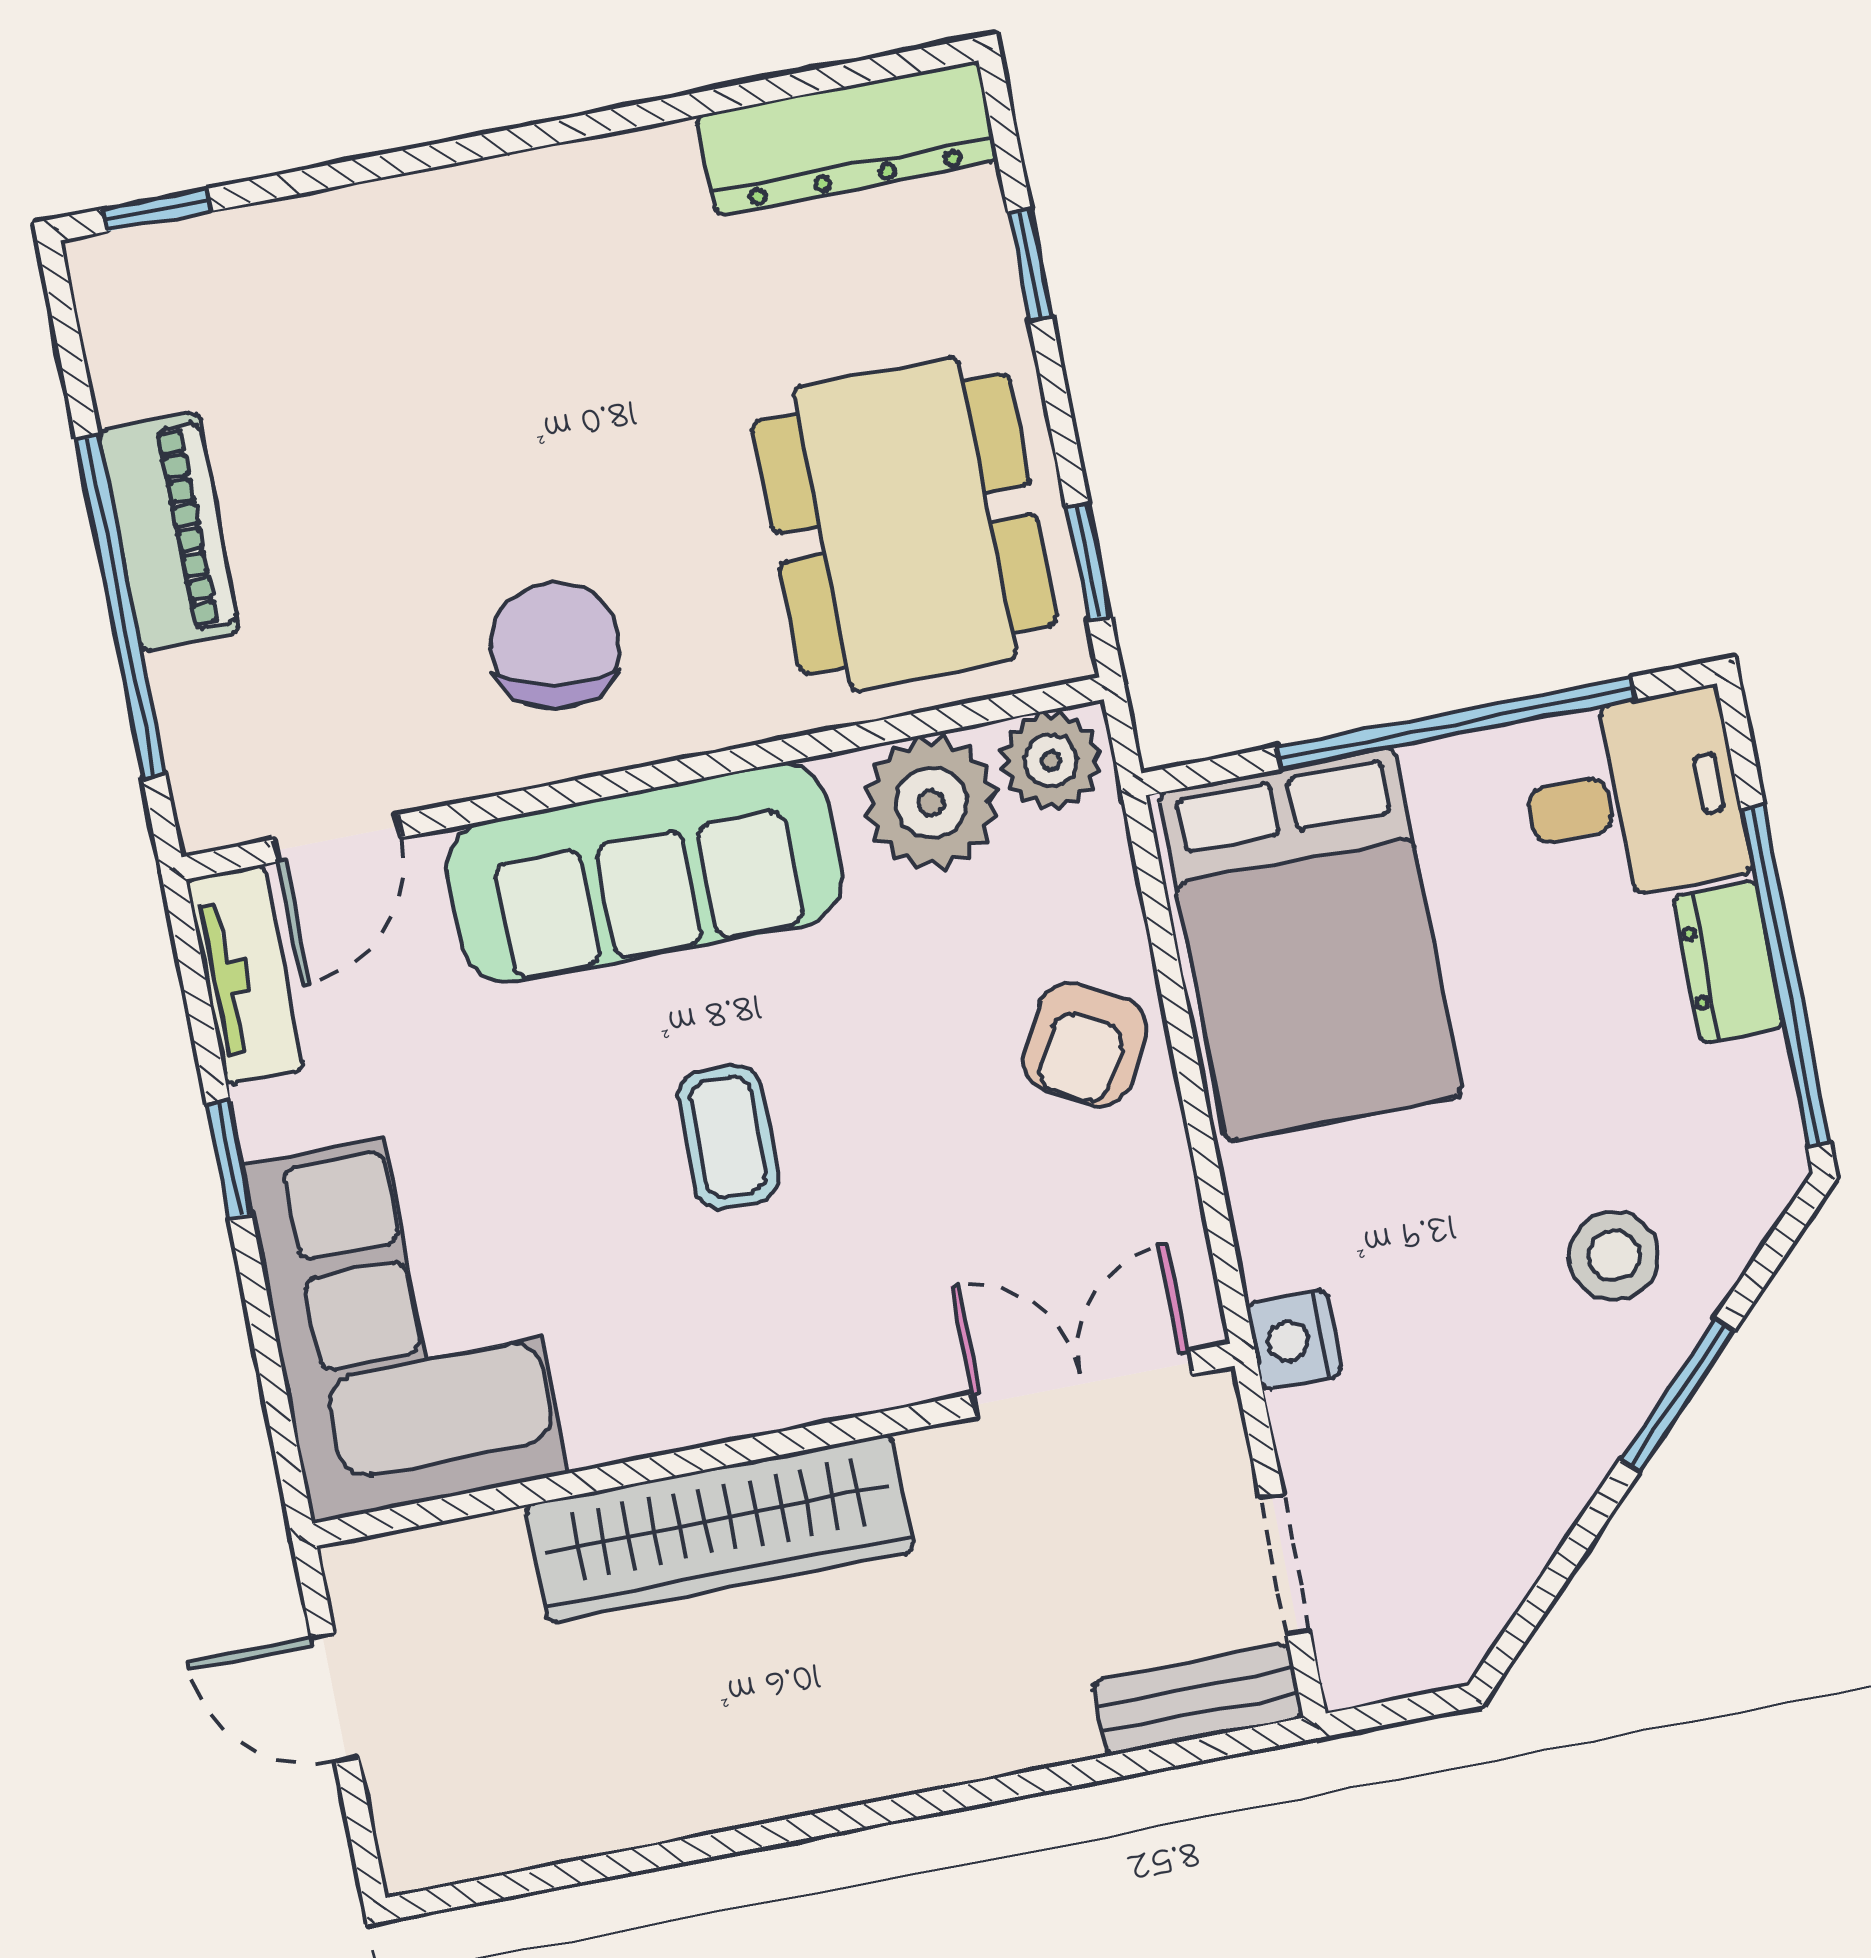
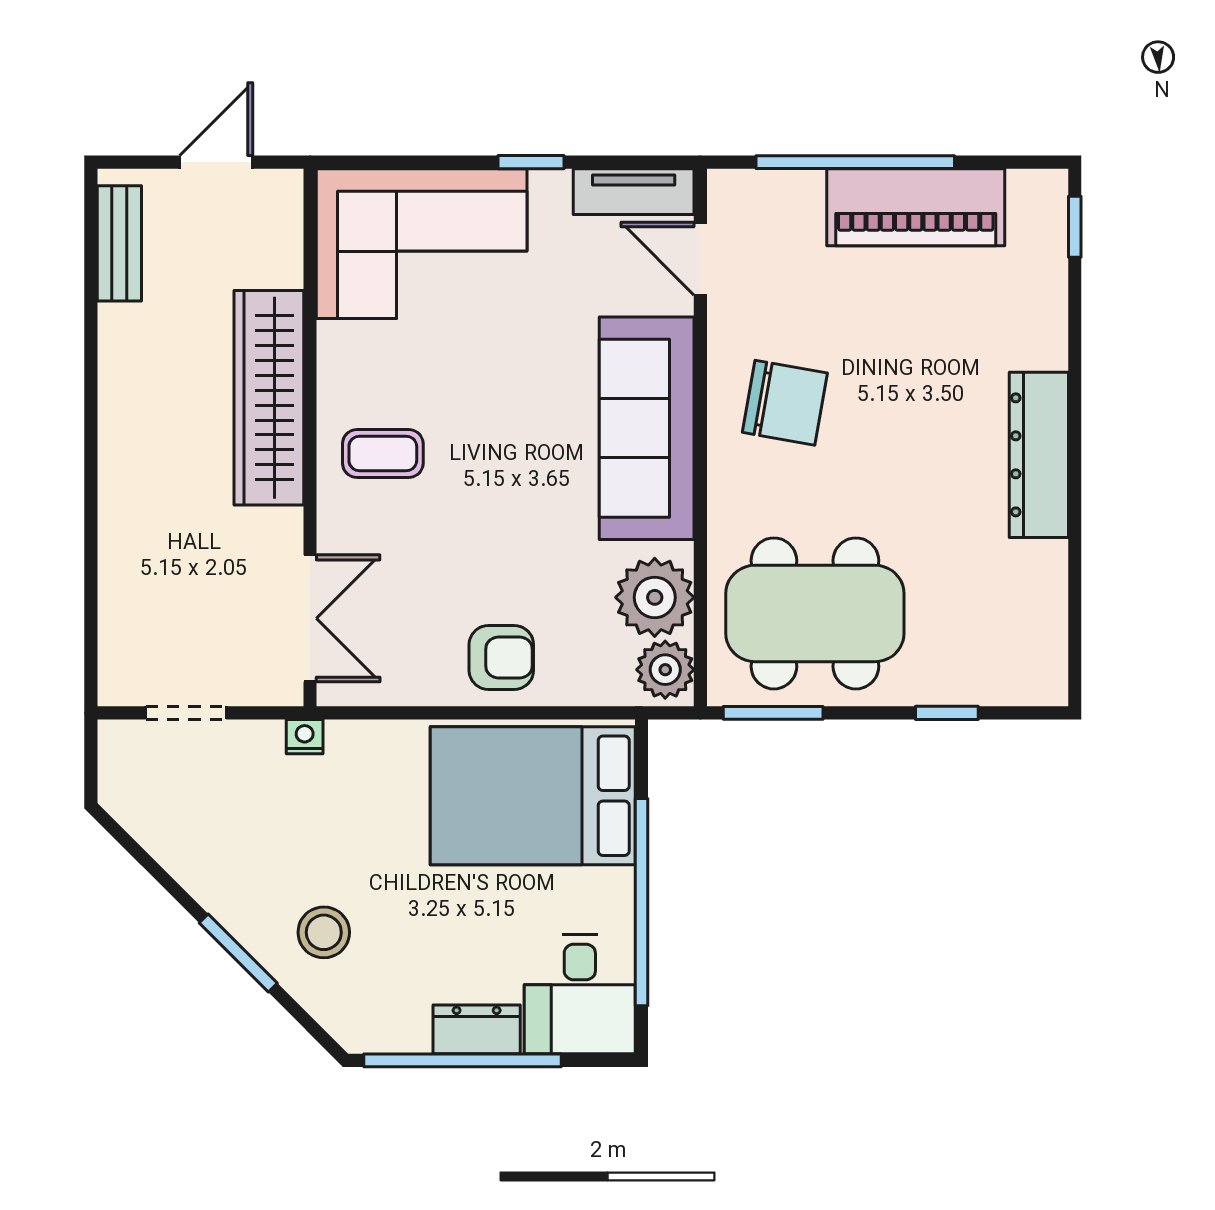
dresser: (847, 138) -> (1039, 455), moved
piano: (169, 532) -> (916, 207), width x1.37, depth x1.33
window: (1088, 562) -> (773, 713), width x1.50
armchair: (1085, 1045) -> (501, 657), turned 151
coffee table: (728, 1137) -> (383, 453), moved
nightstand: (1294, 1340) -> (305, 737), width x0.72, depth x0.74
bench: (1198, 1700) -> (119, 243), moved

